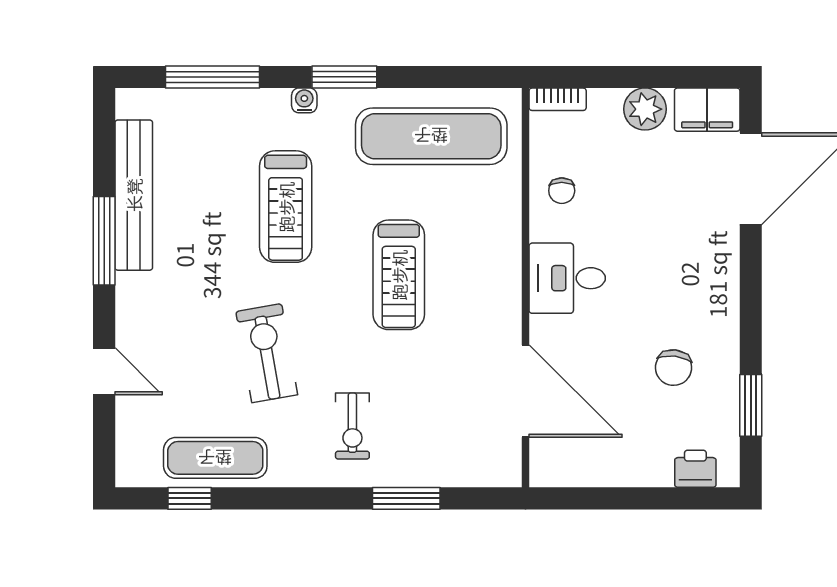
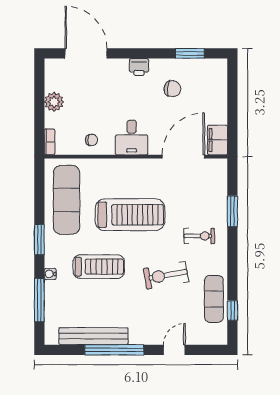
water cooler: (304, 100) -> (50, 274), moved
filing cabinet: (707, 110) -> (218, 140), moved, turned 180
window: (104, 241) -> (114, 350), width x1.46
treadmill: (399, 275) -> (130, 215), width x1.37, depth x1.38
printer: (695, 469) -> (139, 67), moved, turned -90

